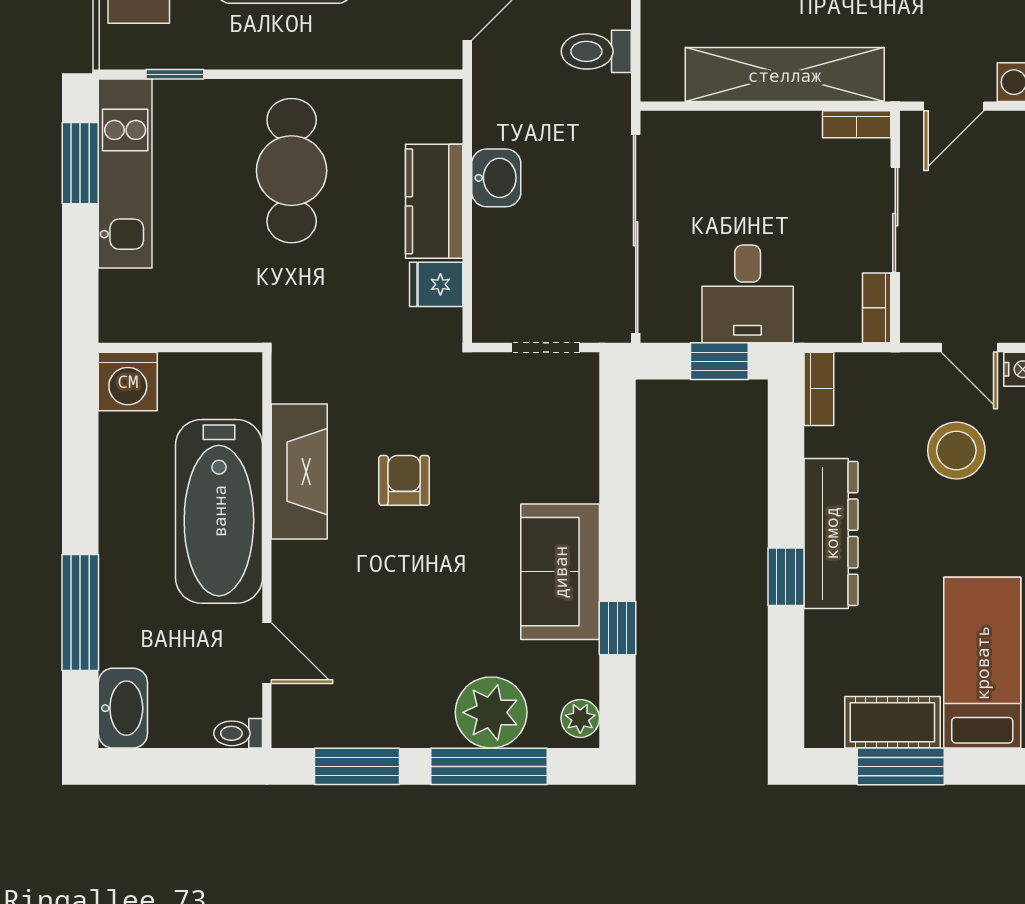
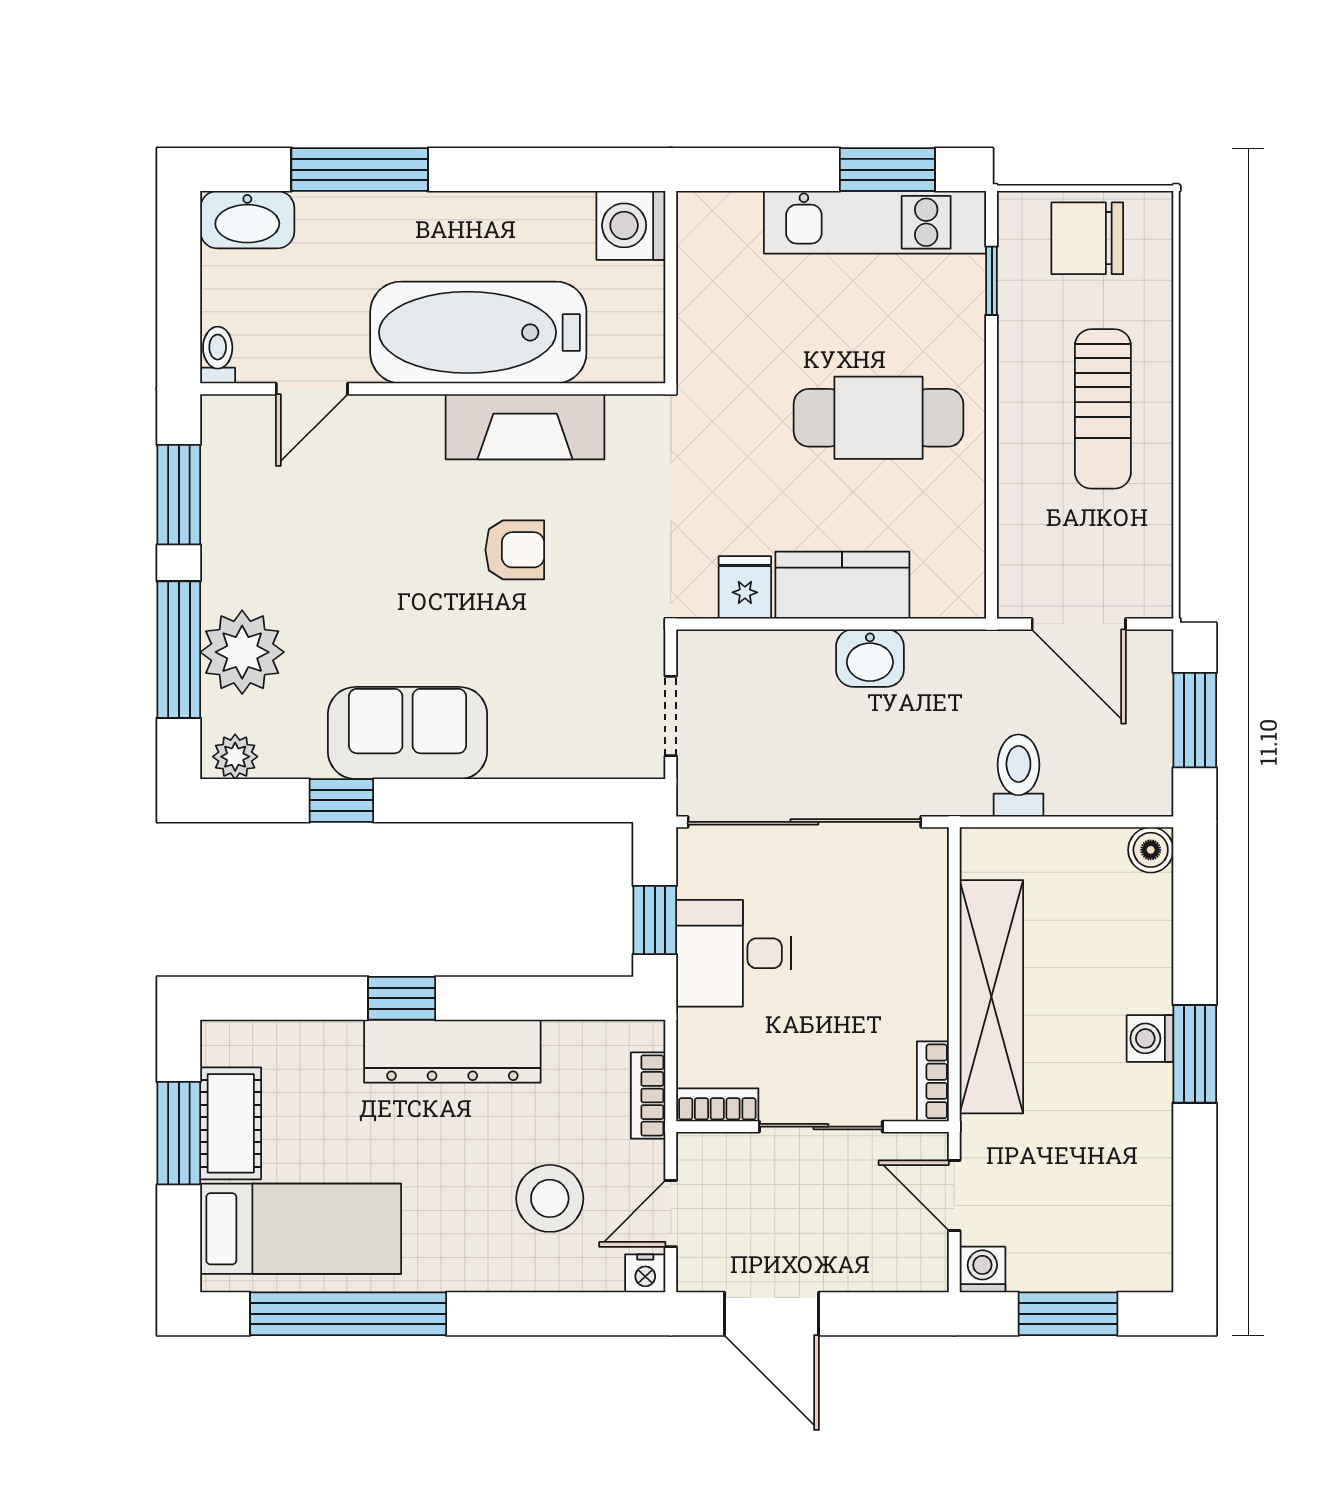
bookcase: (819, 389) -> (648, 1095), moved, turned 90

